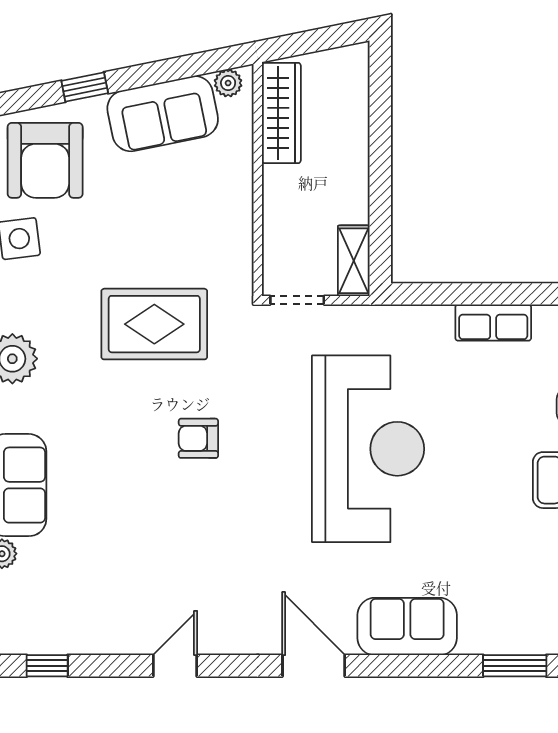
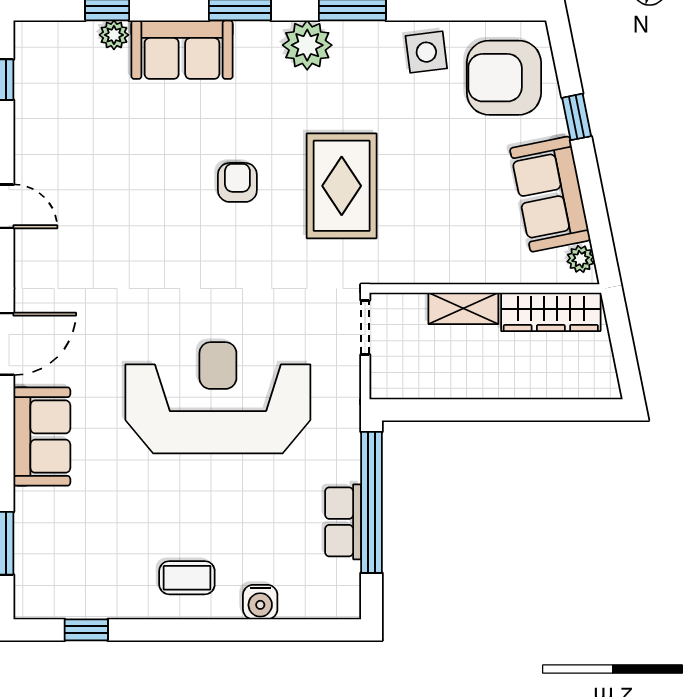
shelving: (354, 261) -> (463, 308), moved
window: (474, 294) -> (371, 502), added
armchair: (198, 438) -> (237, 182), moved
reception desk: (368, 449) -> (218, 398), turned 180

